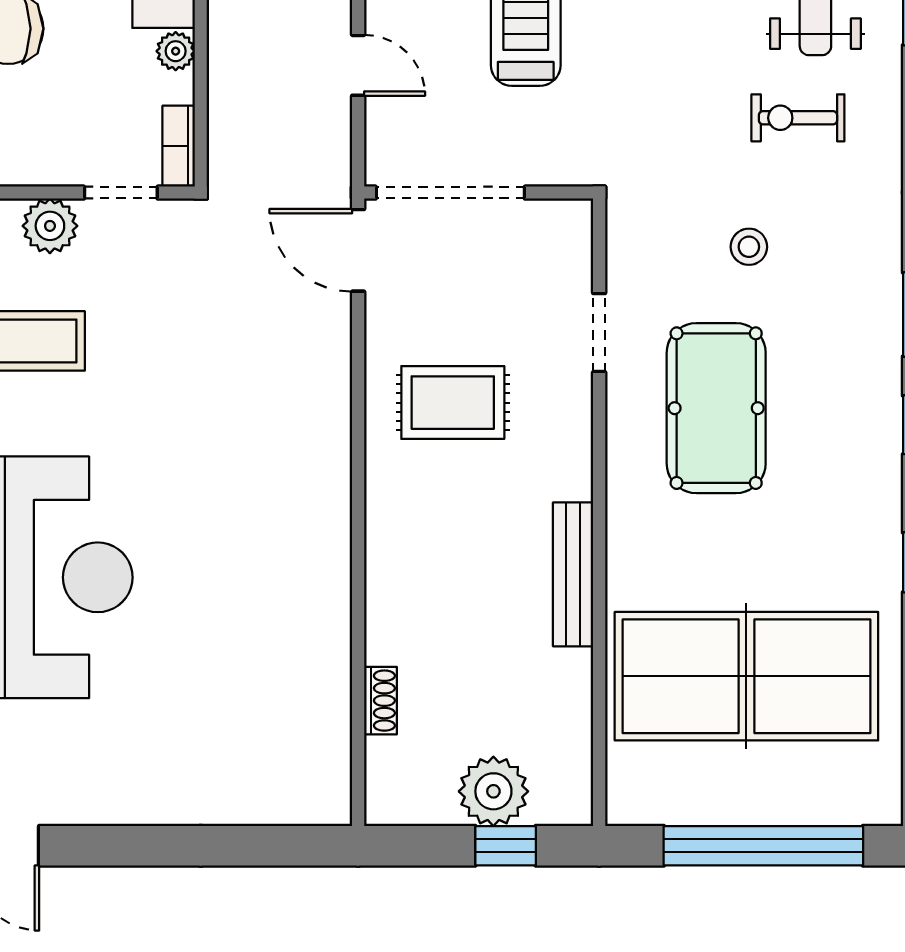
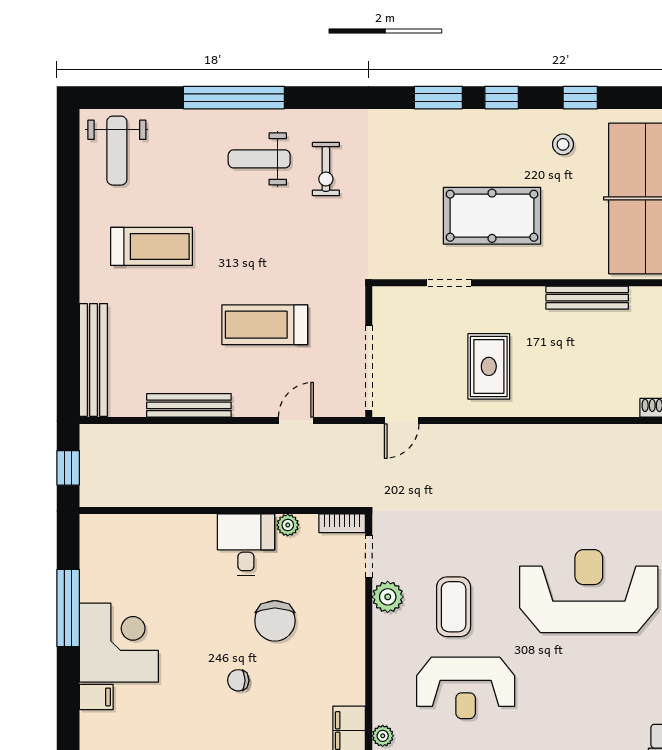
stool: (749, 247) -> (563, 144), moved
door: (358, 250) -> (402, 421), width x0.73

